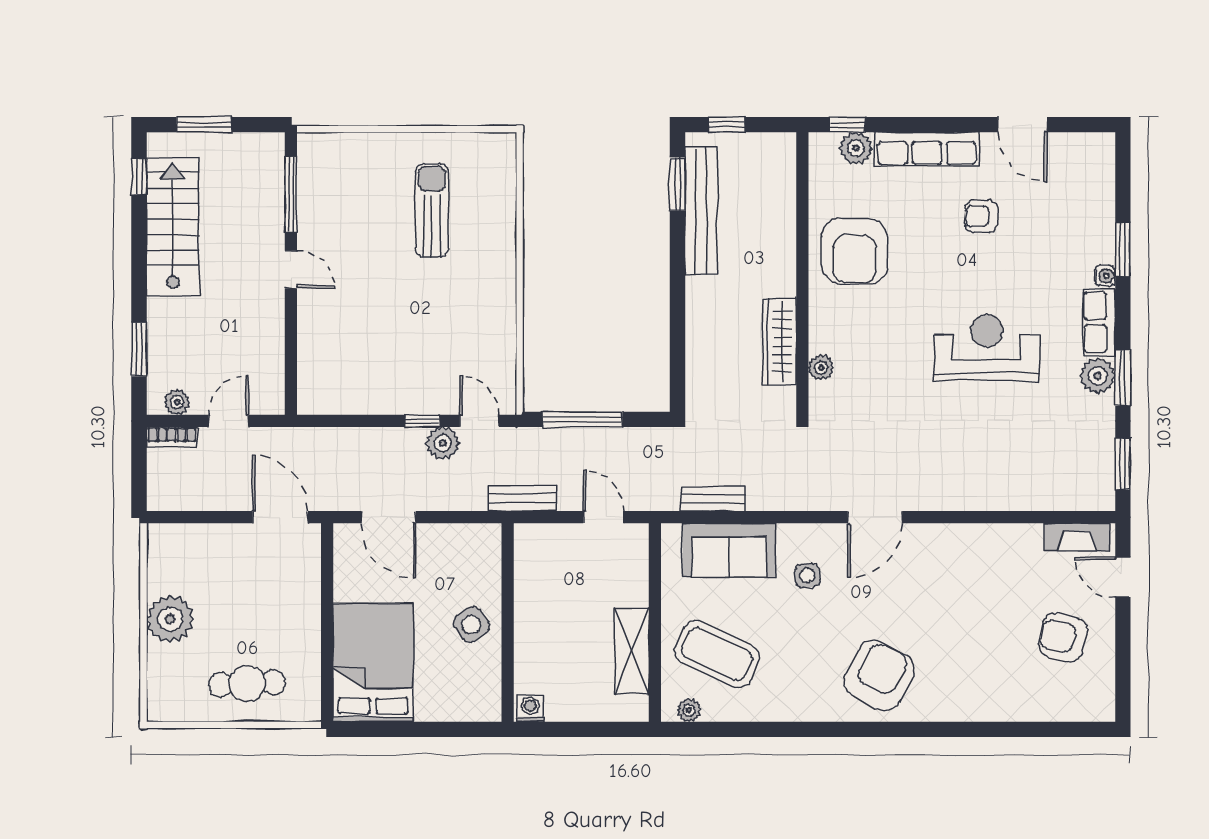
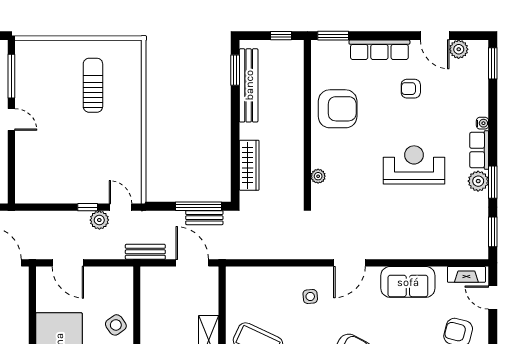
window: (727, 125) -> (281, 36), moved
window: (847, 125) -> (333, 36), width x1.50
plant: (856, 148) -> (459, 49), moved
window: (1123, 249) -> (493, 63), moved
armchair: (855, 251) -> (338, 109), turned -90
wardrobe: (780, 342) -> (249, 165), moved, turned 180
window: (582, 419) -> (199, 206), moved
bench: (713, 499) -> (204, 218), moved
door: (604, 517) -> (192, 263), width x1.38
sofa: (729, 550) -> (408, 282), moved

